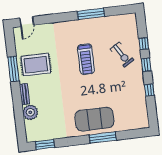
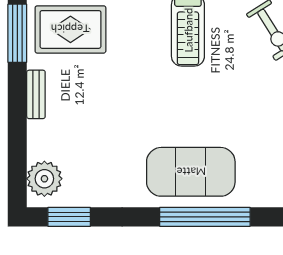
plant: (30, 112) -> (44, 179), moved
window: (103, 138) -> (205, 217), width x1.46

